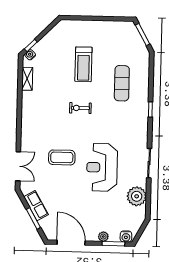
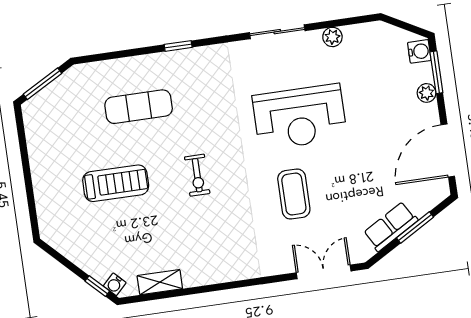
plant: (137, 196) -> (332, 37), width x0.53, depth x0.53

